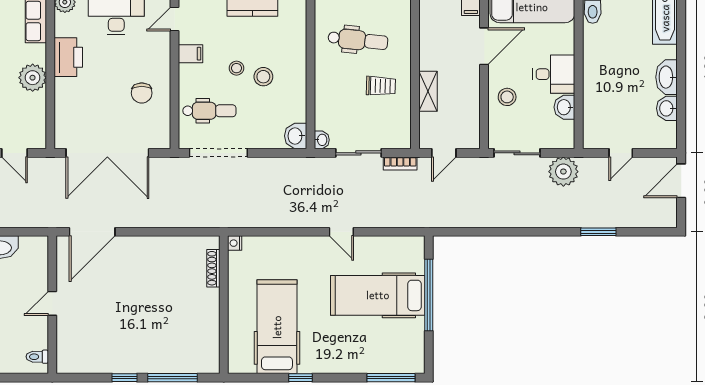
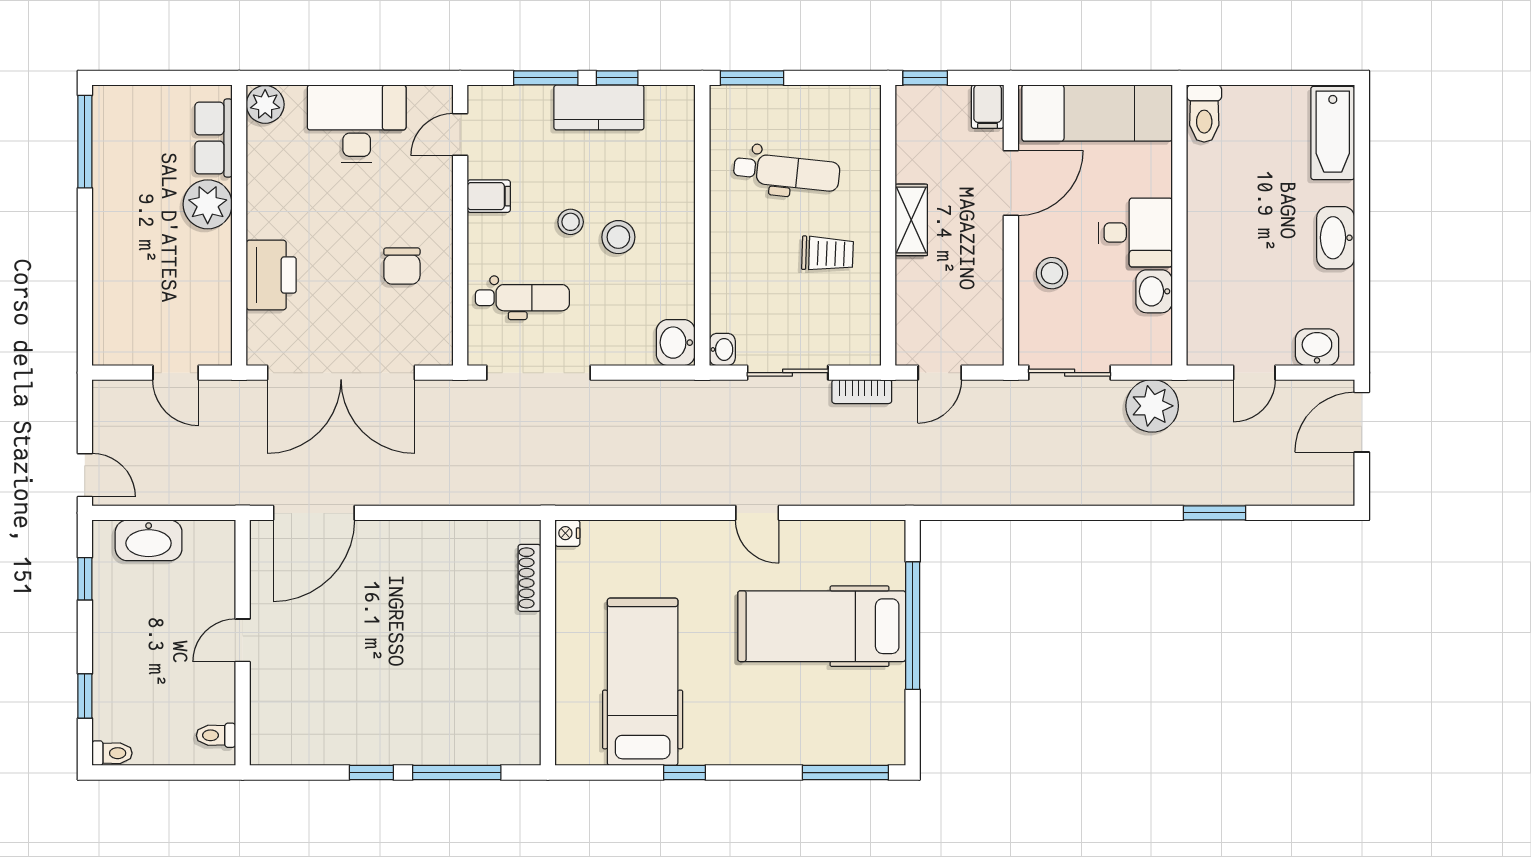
printer: (68, 57) -> (271, 275), moved
plant: (33, 78) -> (208, 204), moved
shelving: (428, 91) -> (911, 220), moved
washbasin: (667, 108) -> (1317, 347), moved, turned 90

